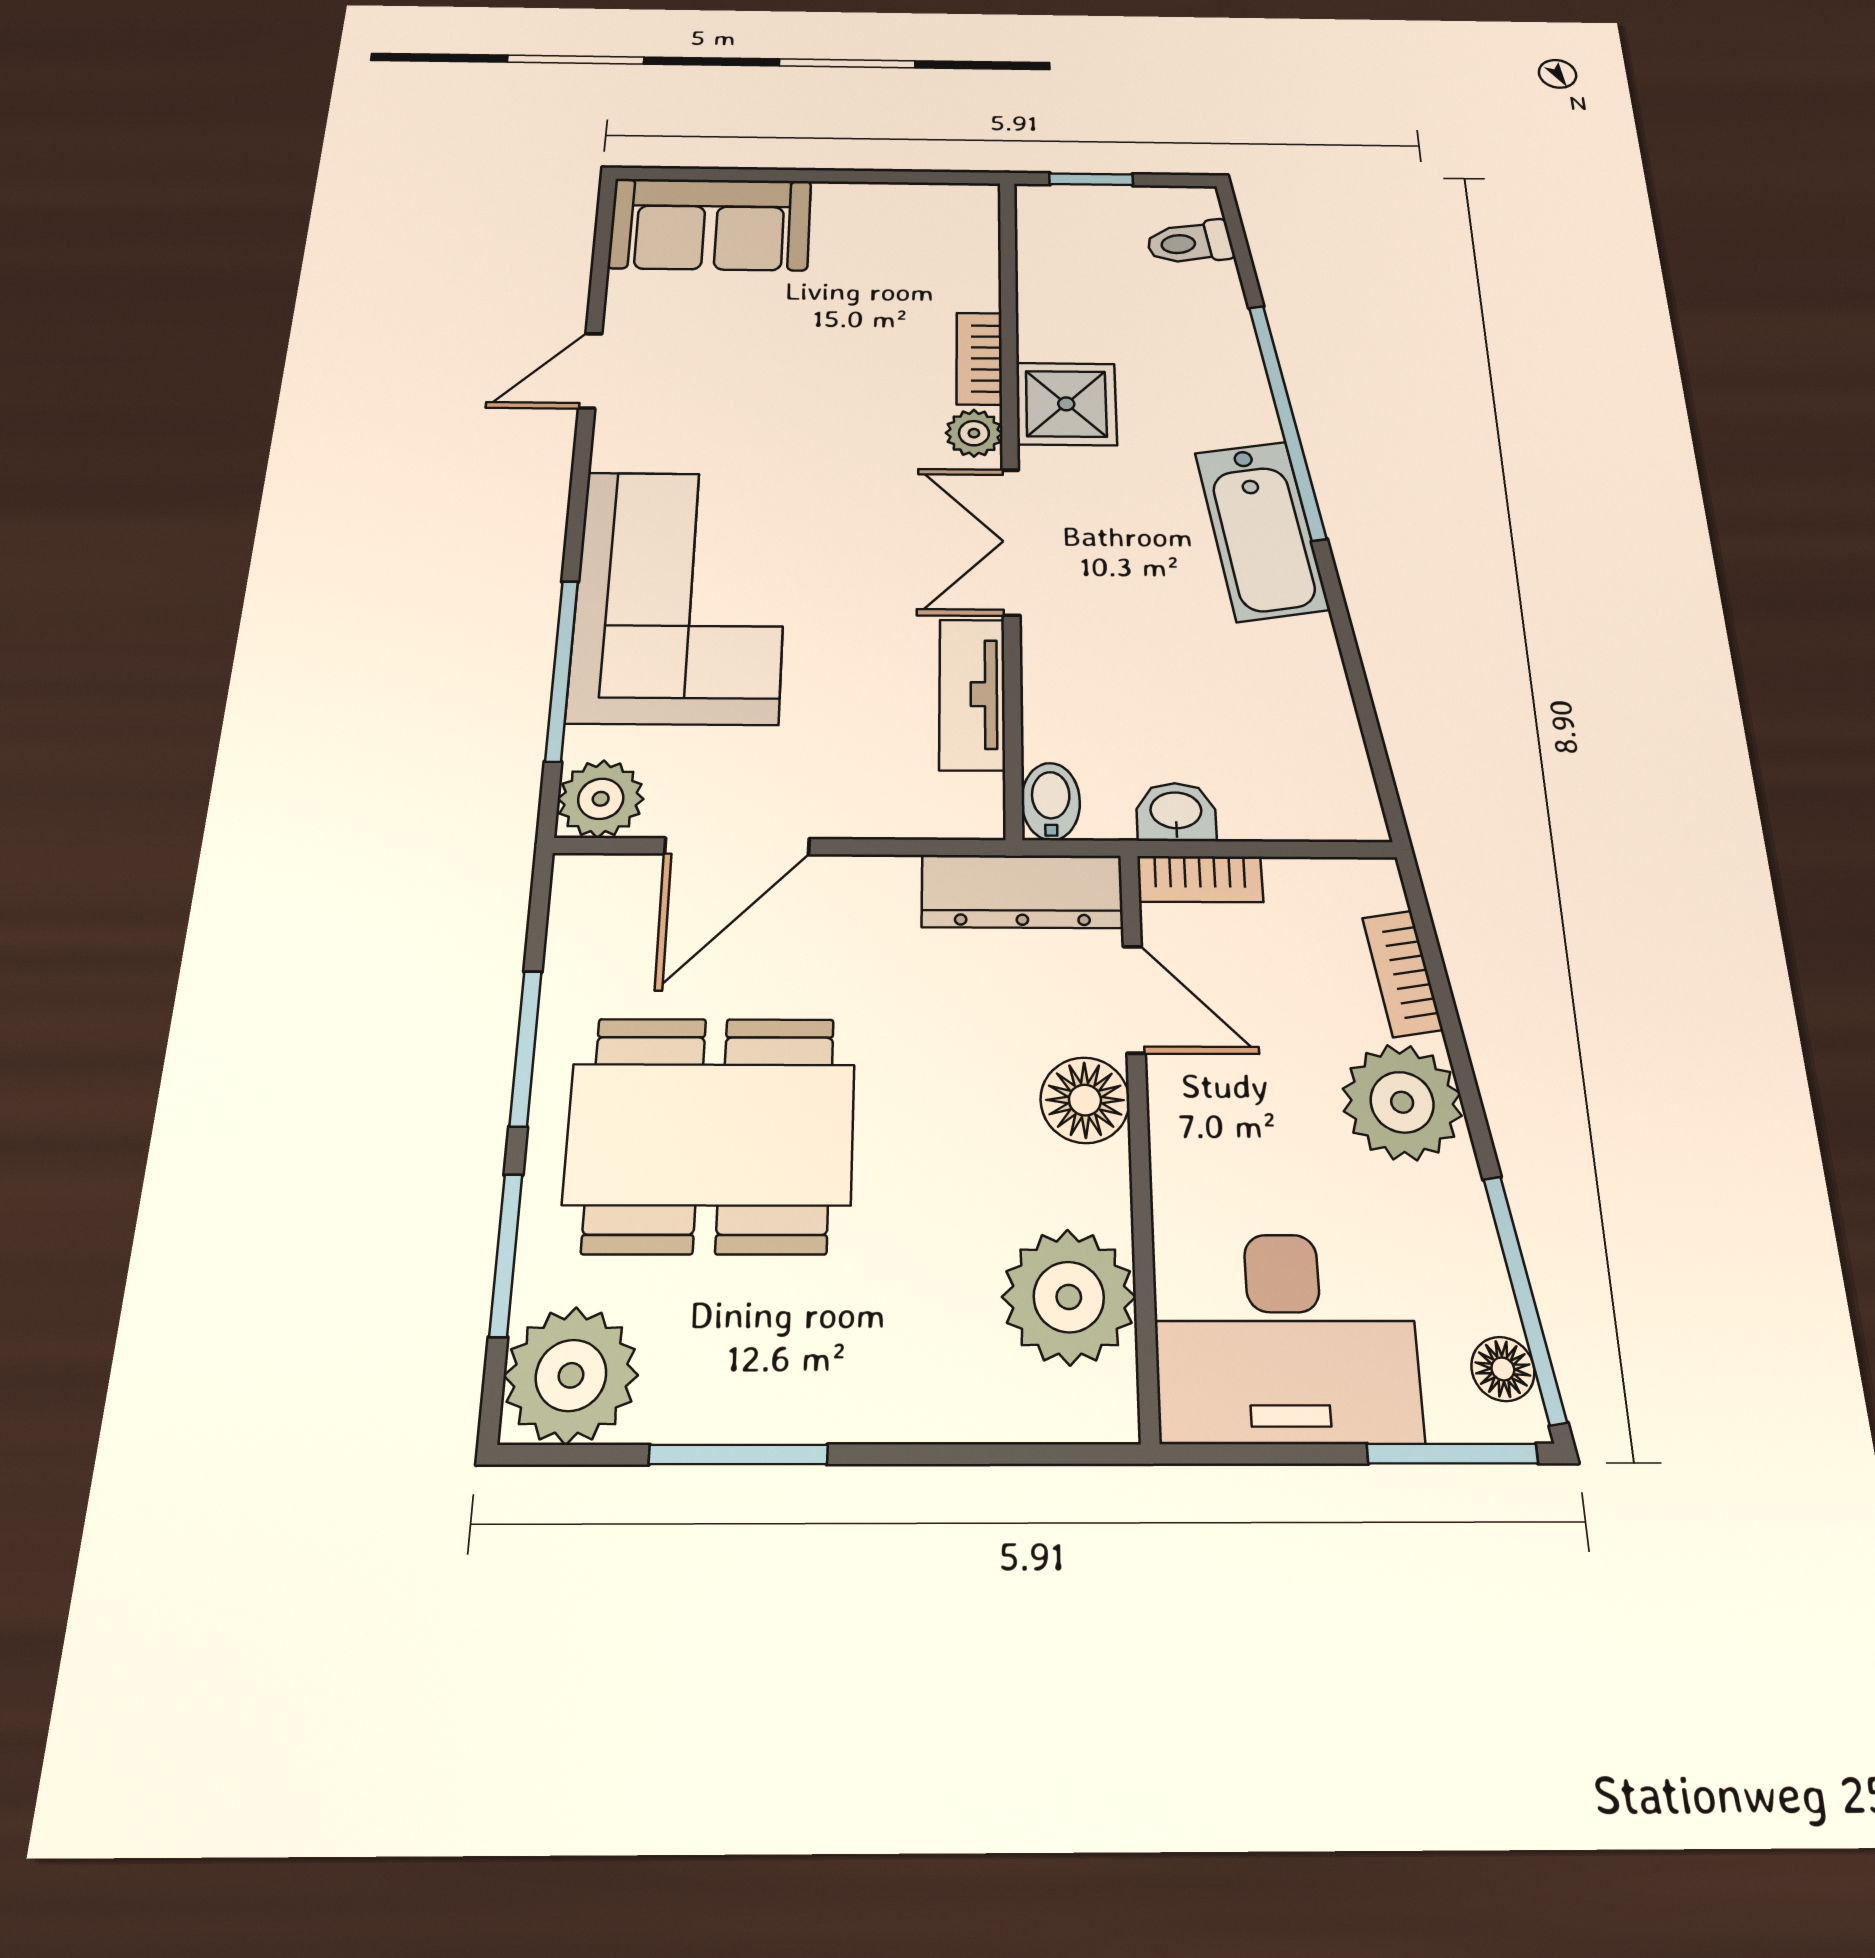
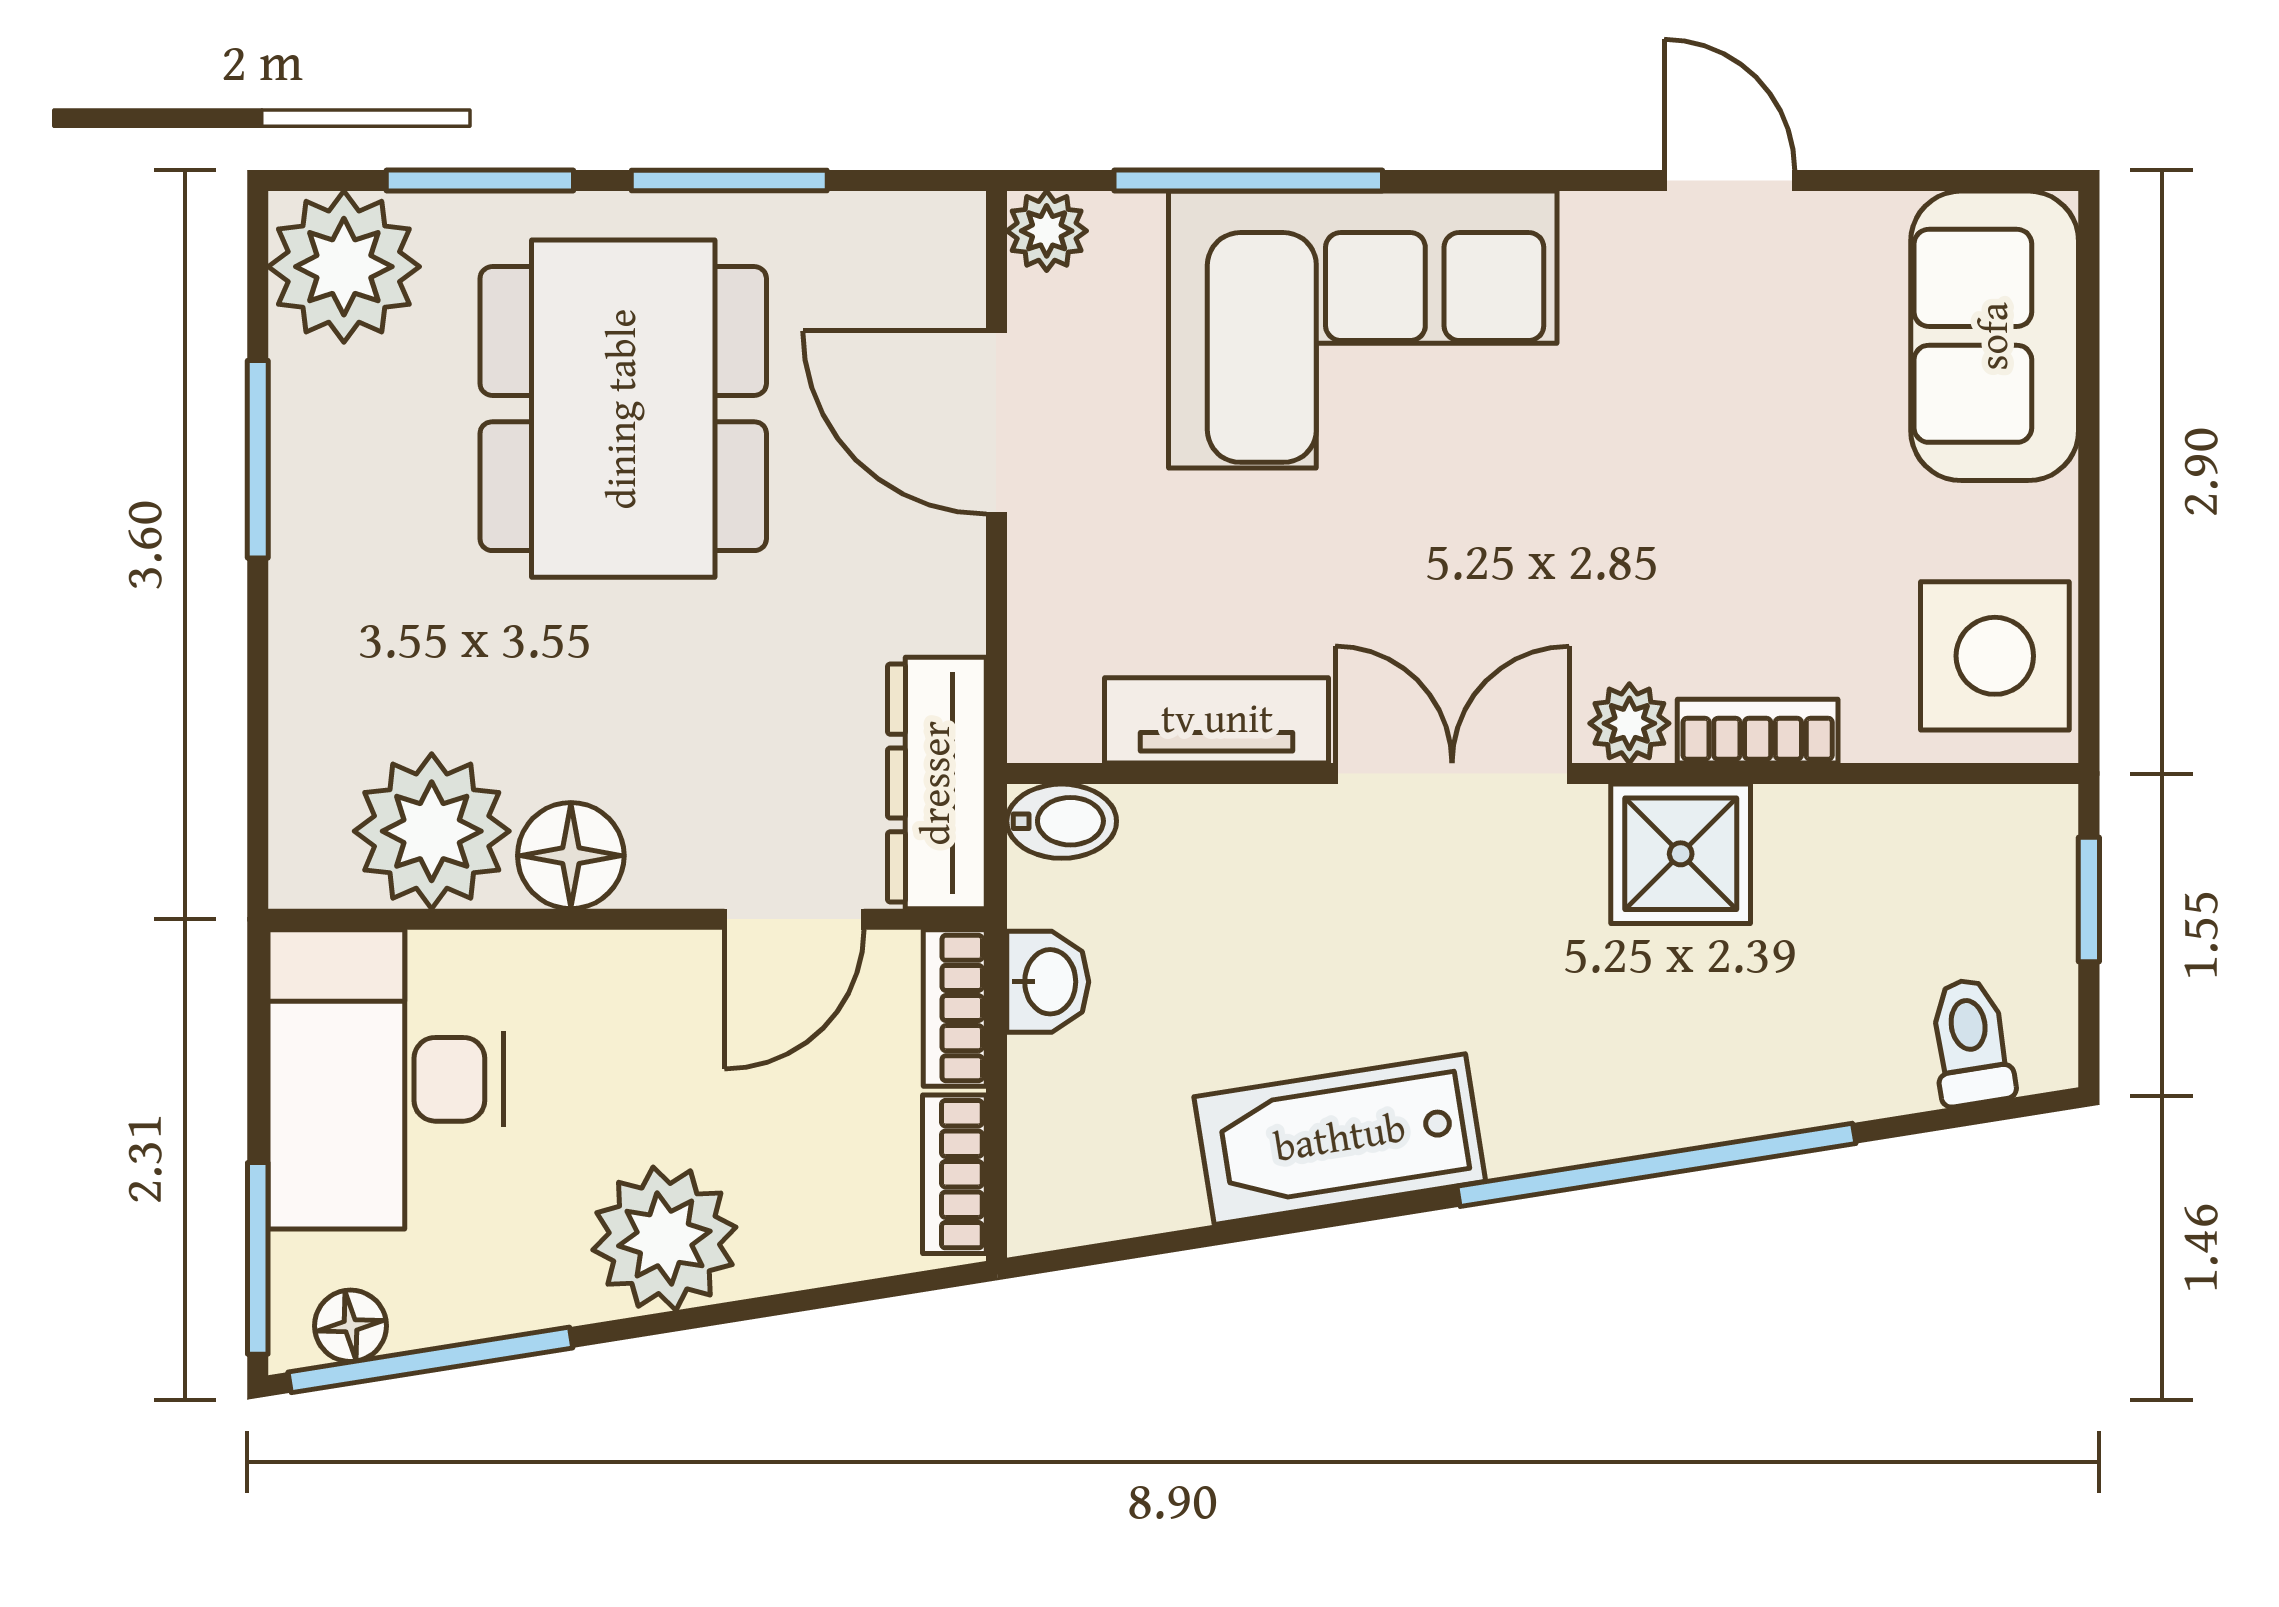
side table: (928, 227) -> (1995, 656), added
bathtub: (1262, 530) -> (1340, 1139), moved
plant: (601, 799) -> (1047, 231), width x0.73, depth x0.73
bookcase: (1402, 973) -> (954, 1174), moved, turned -81
floor lamp: (1085, 1100) -> (571, 856), moved

